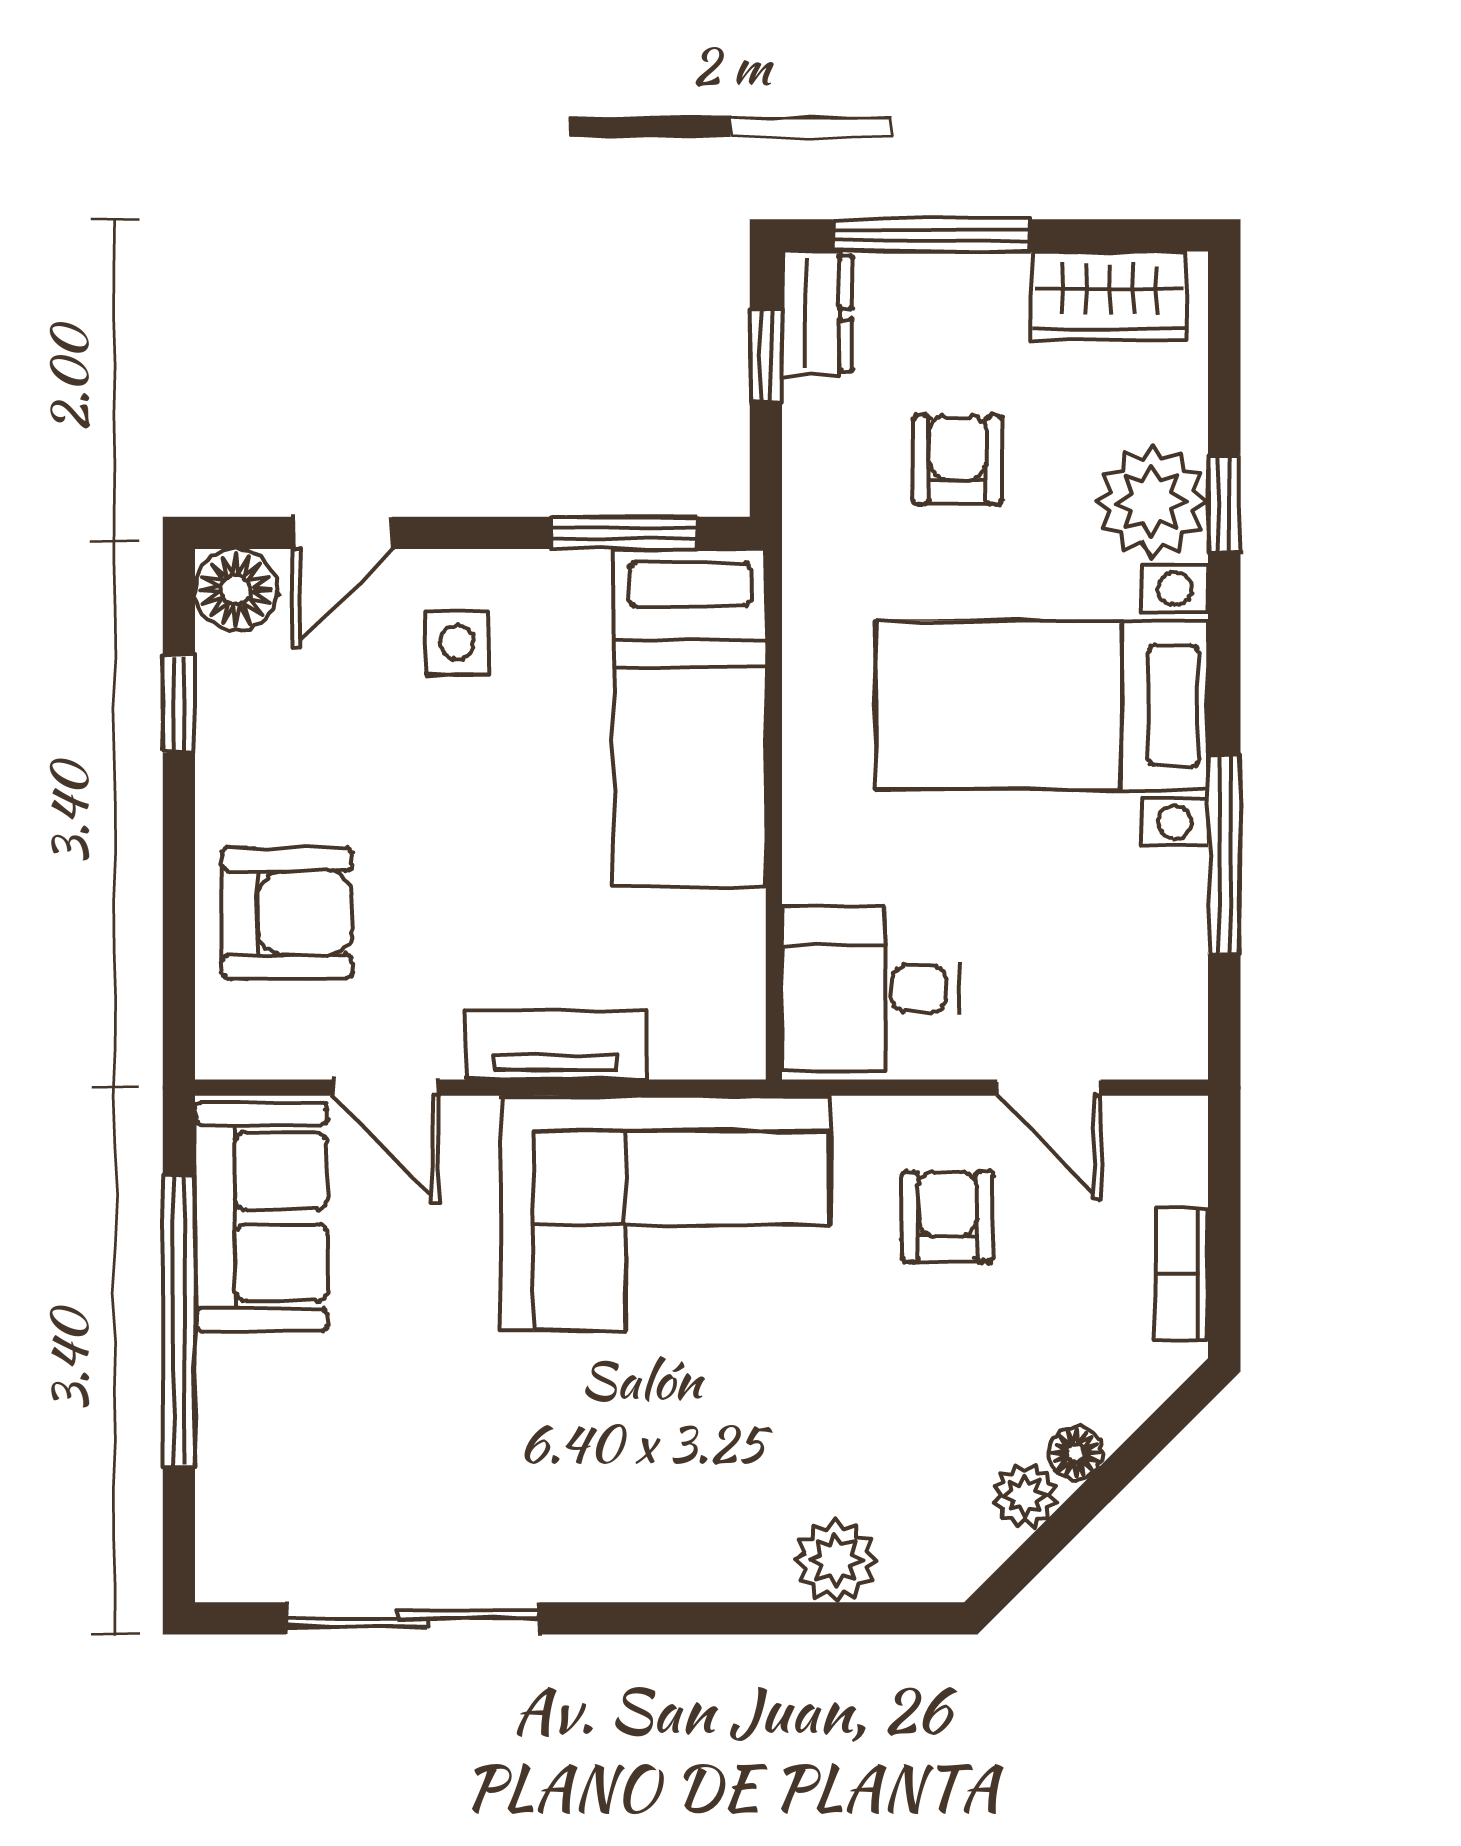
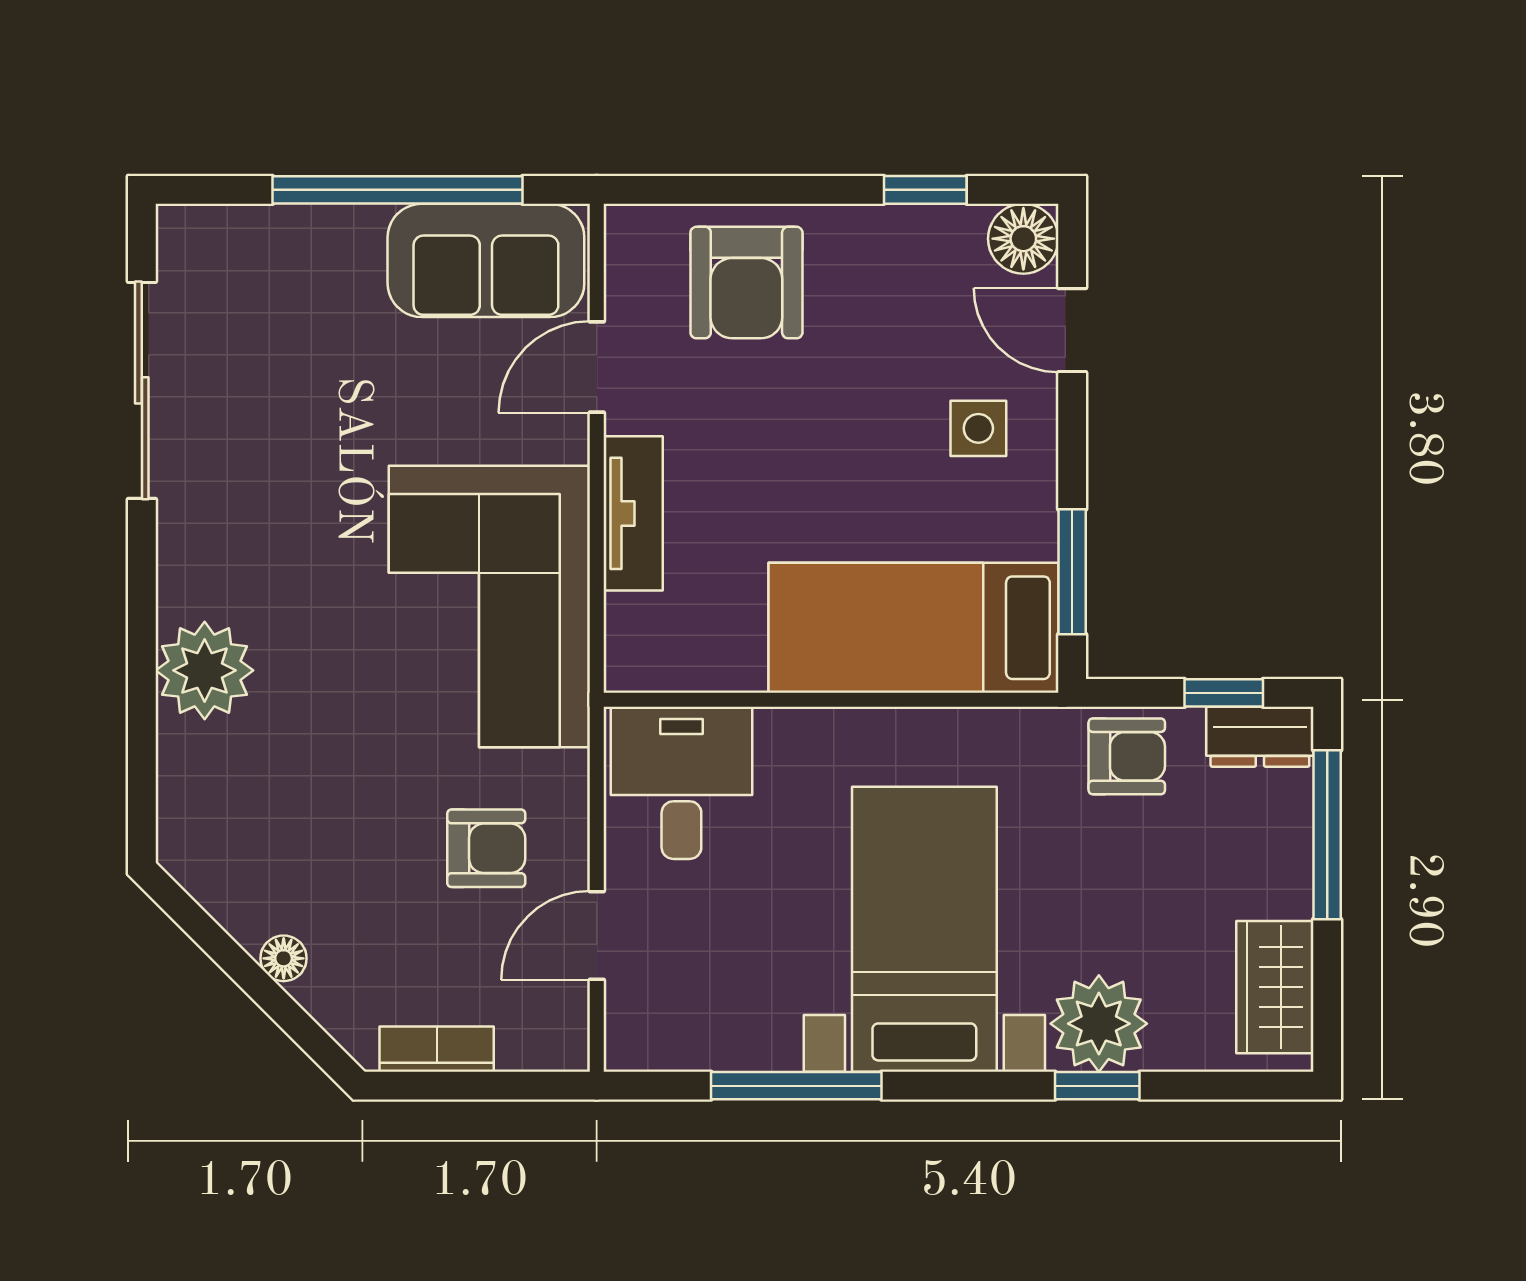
armchair: (958, 460) -> (1127, 756), moved
plant: (1025, 1495) -> (247, 915), removed
plant: (836, 1560) -> (205, 670), moved, width x1.36, depth x1.36

